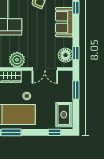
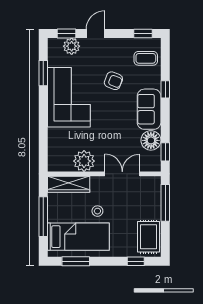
floor lamp: (65, 55) -> (151, 140), moved
double door: (45, 69) -> (122, 174), swing flipped
window: (76, 90) -> (165, 203), width x1.44

